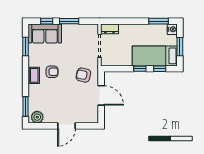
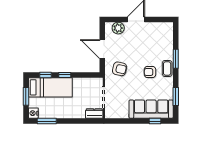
window: (69, 21) -> (133, 121), removed
sofa: (45, 34) -> (151, 109), width x1.36
window: (25, 106) -> (176, 59), moved
plant: (37, 117) -> (118, 28), moved

